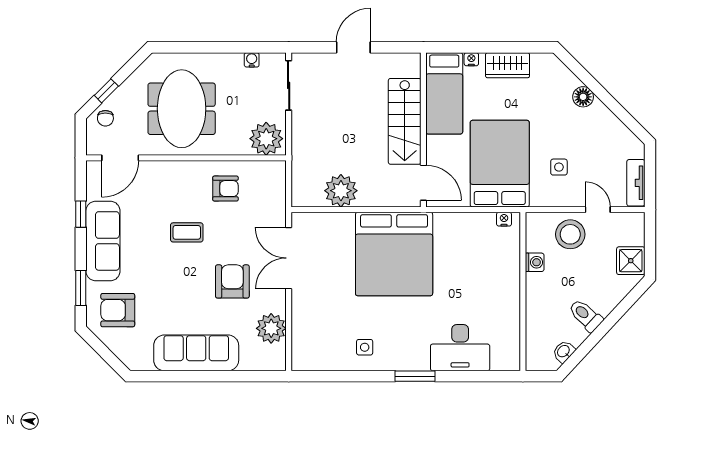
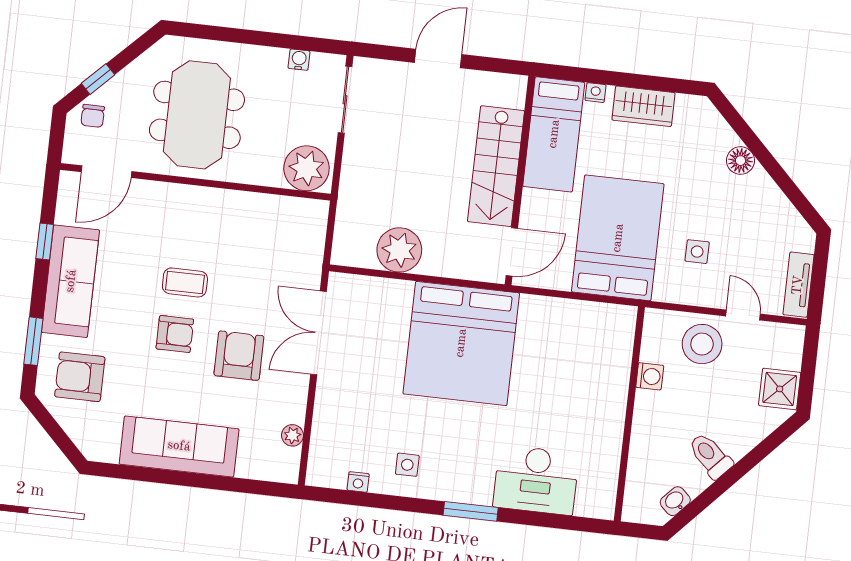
door: (423, 183) -> (512, 252), hinge flipped
armchair: (225, 189) -> (175, 334), moved
nightstand: (504, 219) -> (358, 482), moved, turned 180
plant: (271, 328) -> (292, 435), width x0.53, depth x0.53

